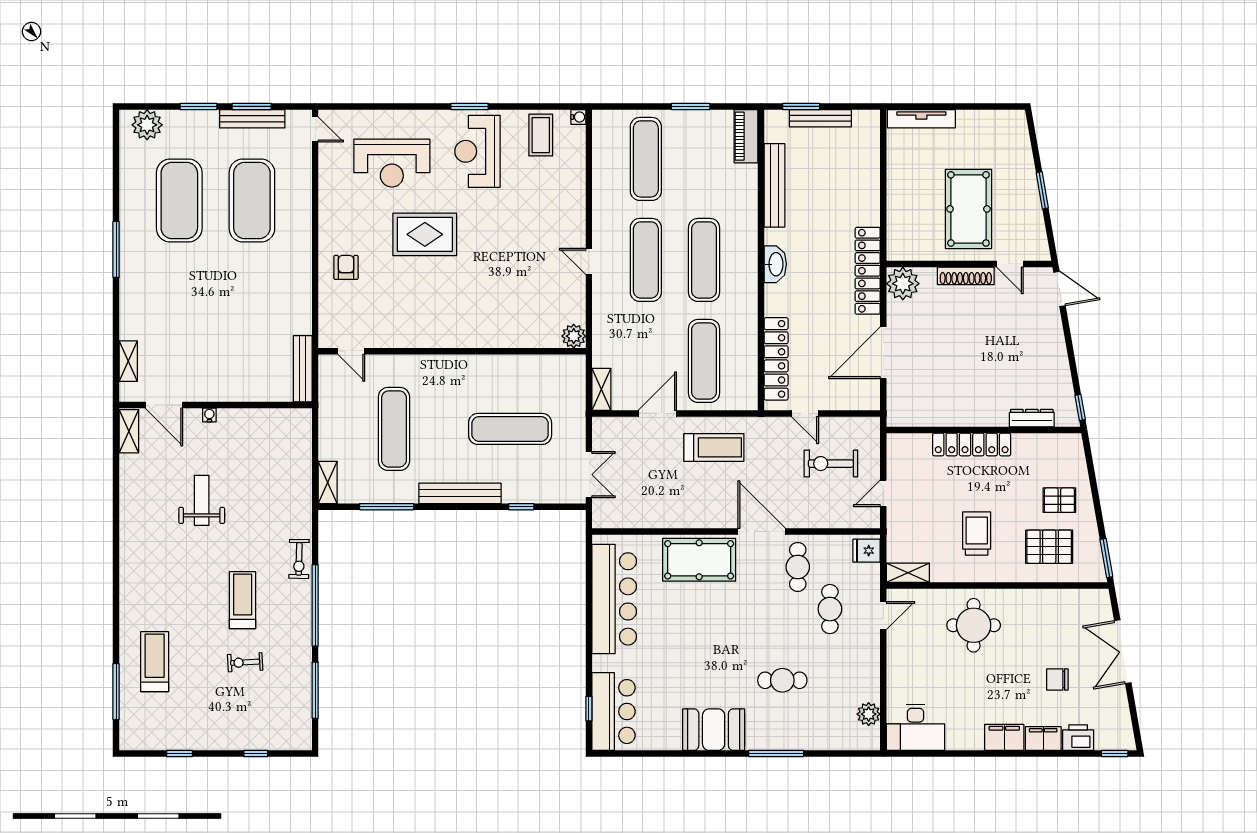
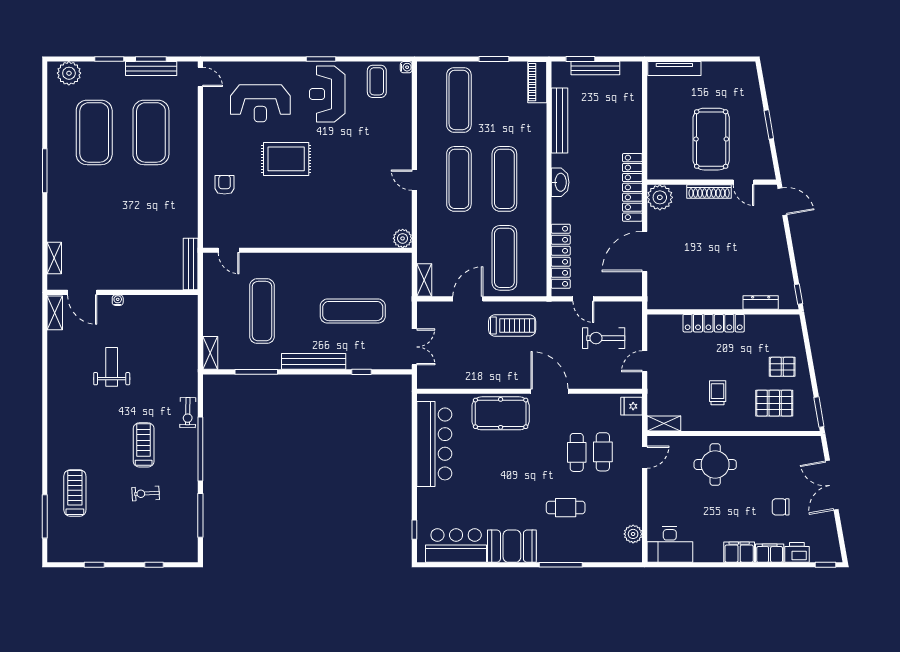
trolley: (977, 534) -> (718, 393), width x0.73, depth x0.72
cafe table: (798, 567) -> (577, 452), moved
bar counter: (614, 712) -> (456, 545), moved, turned -90

